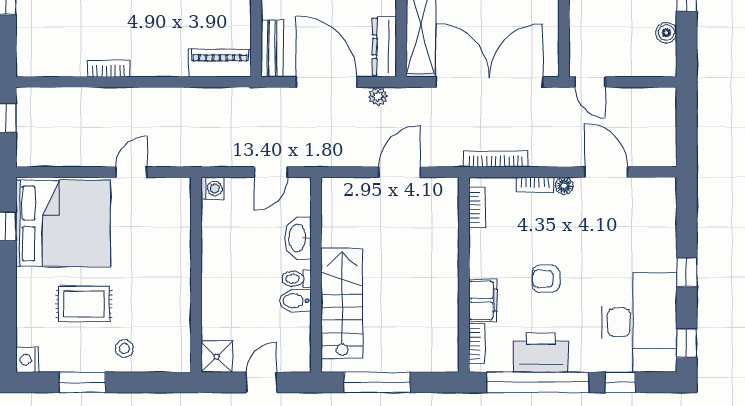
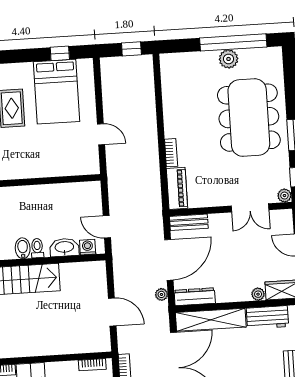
bookcase: (109, 69) -> (171, 153), moved
washing machine: (212, 189) -> (88, 247), moved, turned 180
bed: (63, 223) -> (57, 92), width x0.73

